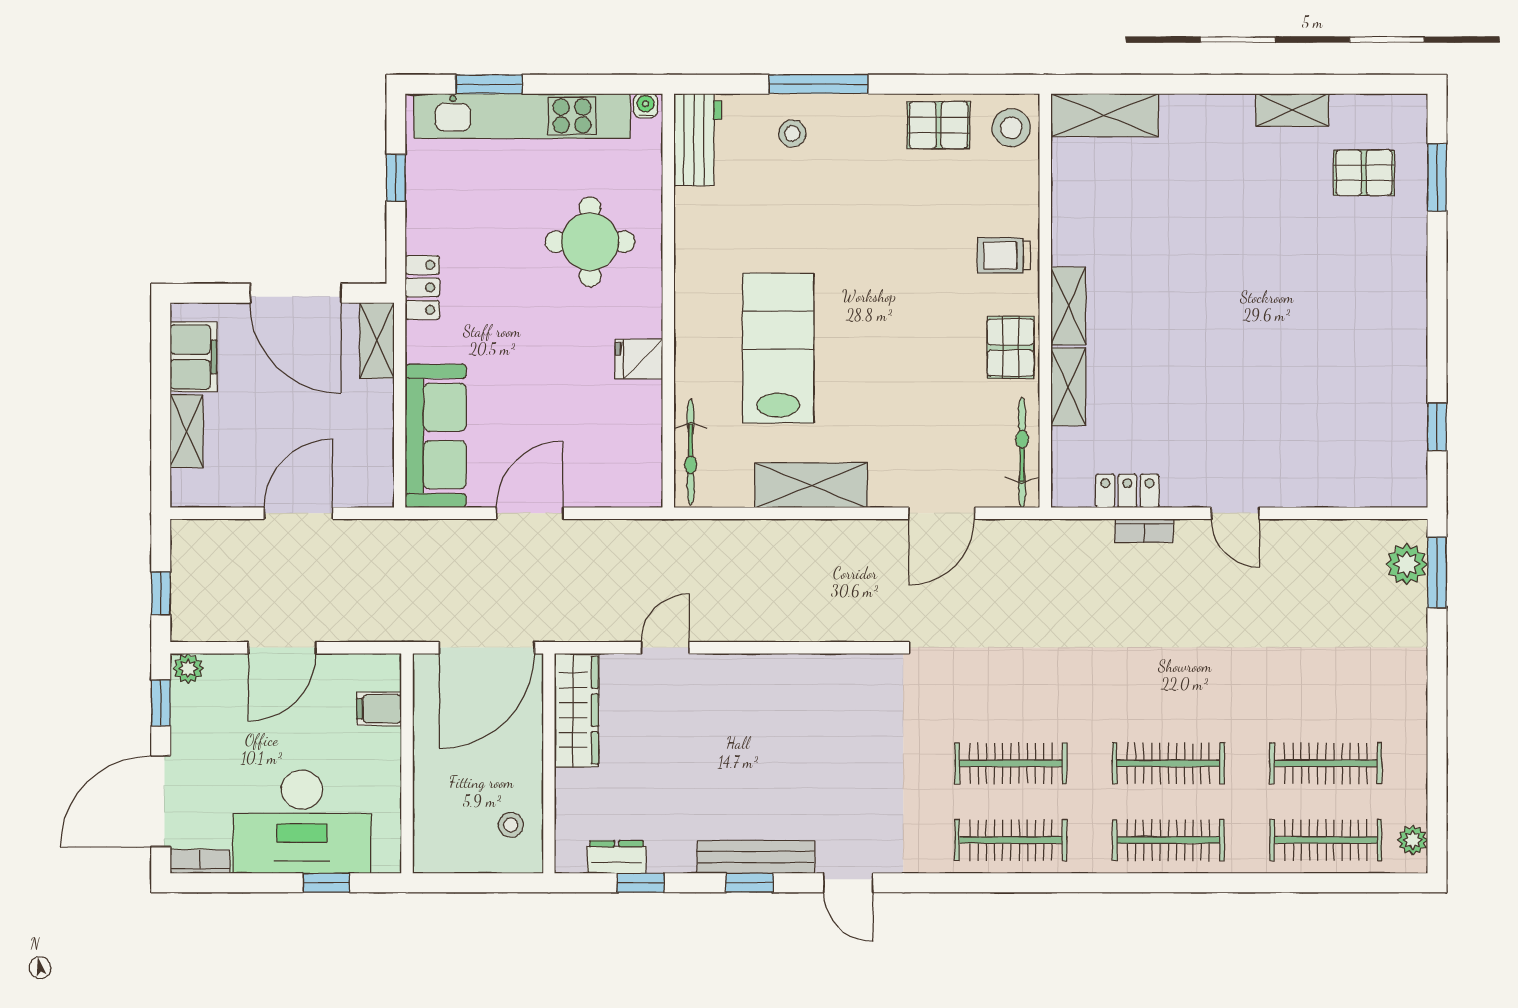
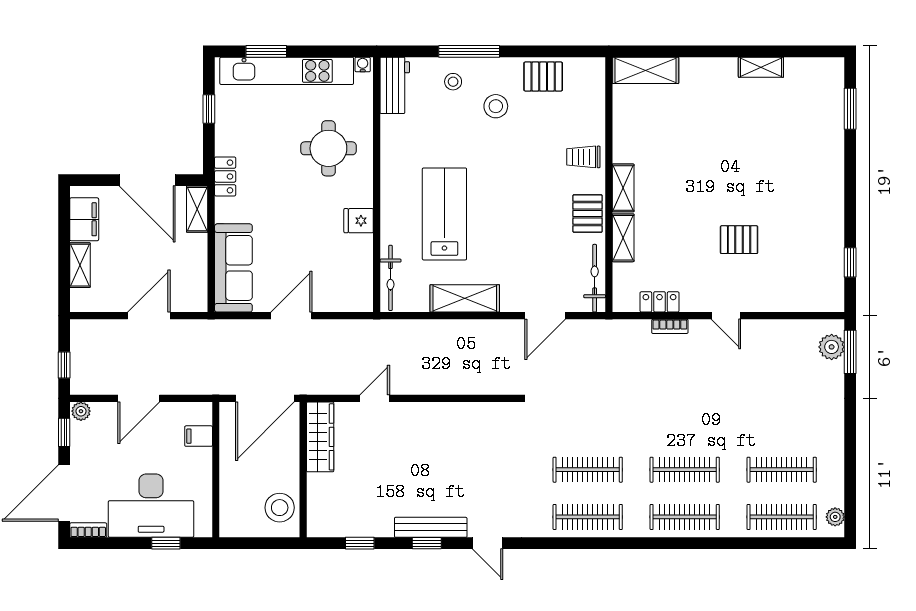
stool: (1011, 128) -> (496, 106), moved
pallet: (1364, 173) -> (739, 240), moved
stool: (511, 825) -> (280, 508), width x1.89, depth x1.89
dresser: (617, 857) -> (345, 527), removed

